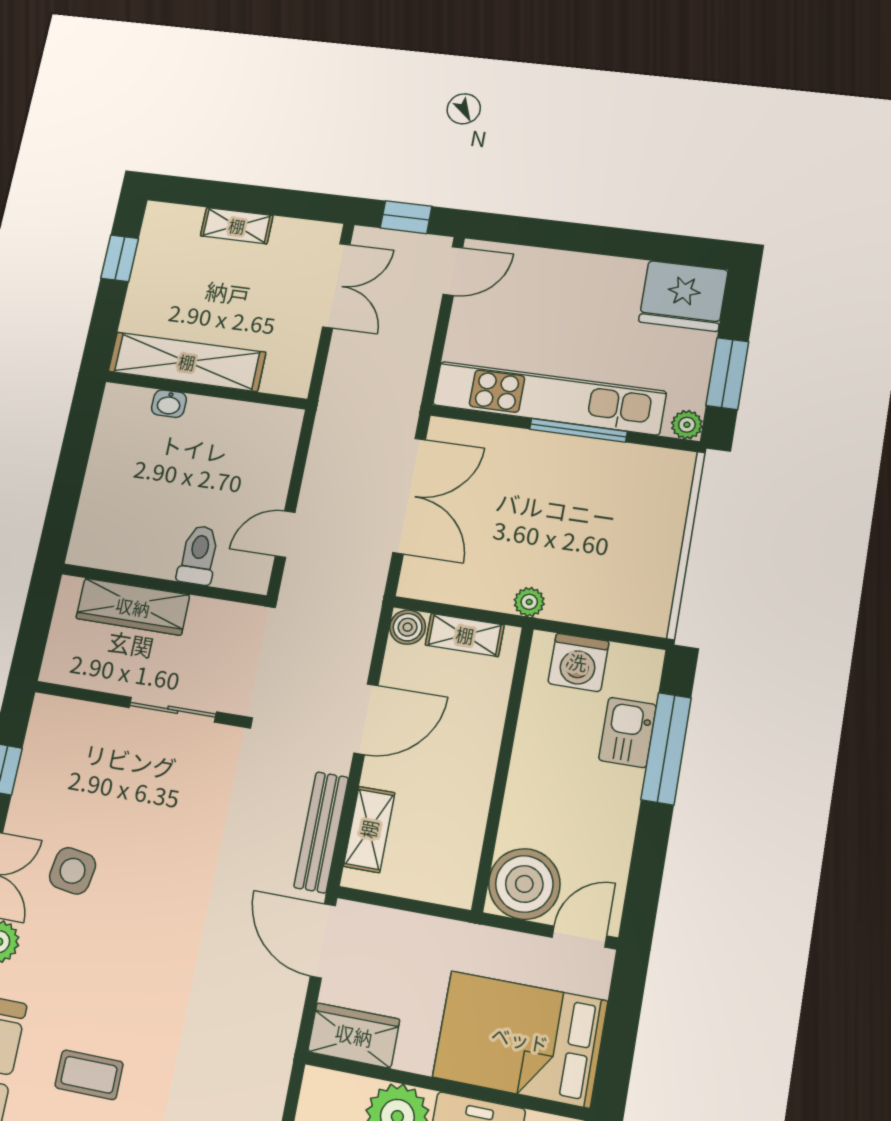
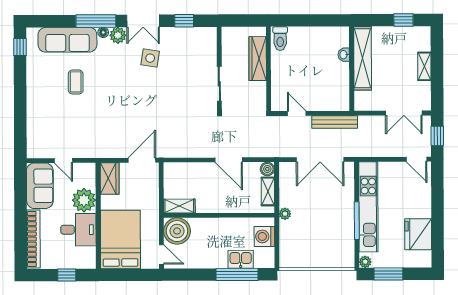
fridge: (683, 296) -> (418, 234), moved
toilet: (199, 555) -> (280, 39), moved, turned 90
shelving: (369, 829) -> (179, 206), moved
bench: (321, 832) -> (335, 122), moved

